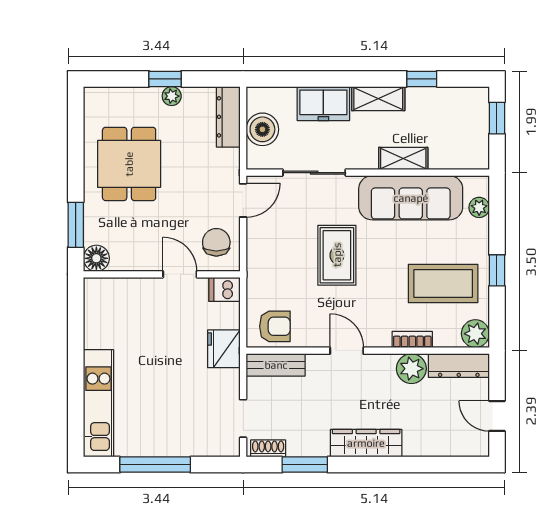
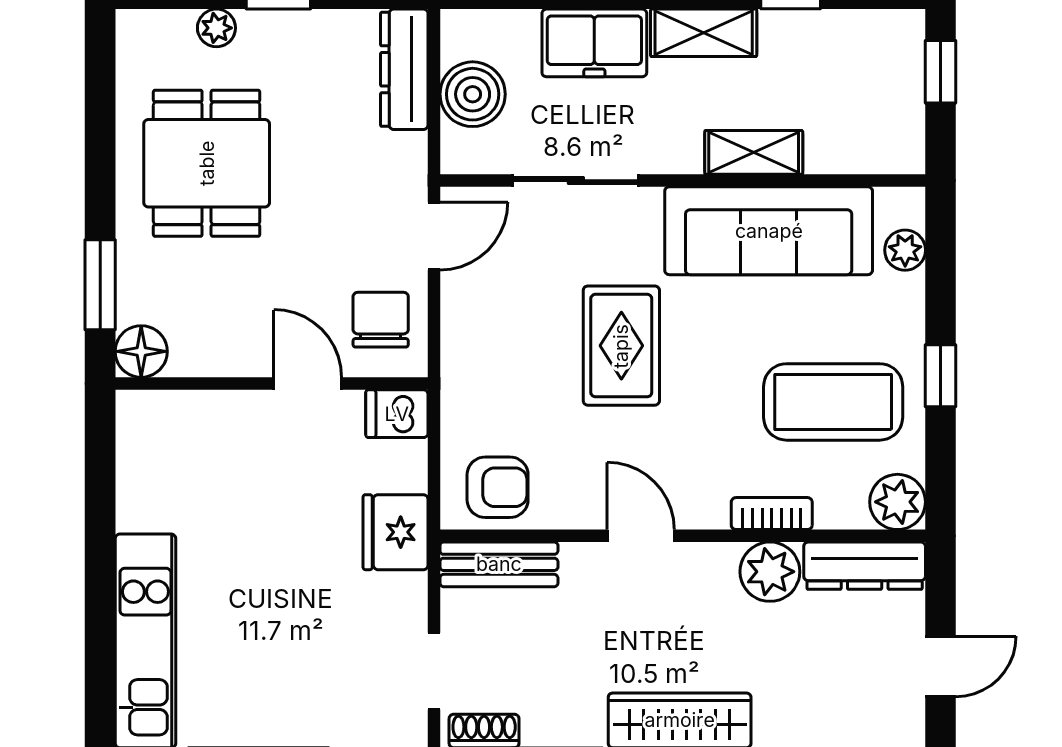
plant: (172, 96) -> (216, 28), moved
door: (497, 416) -> (941, 666), swing flipped

